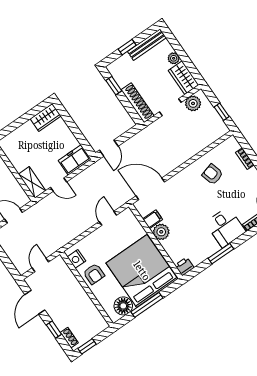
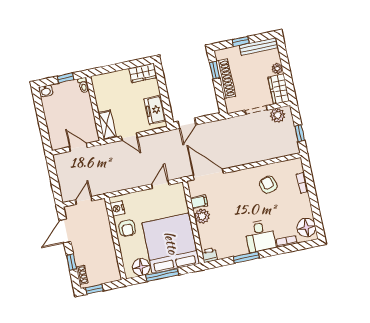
shoe rack: (138, 103) -> (226, 79), moved
freezer: (75, 160) -> (155, 110), moved, turned -90

